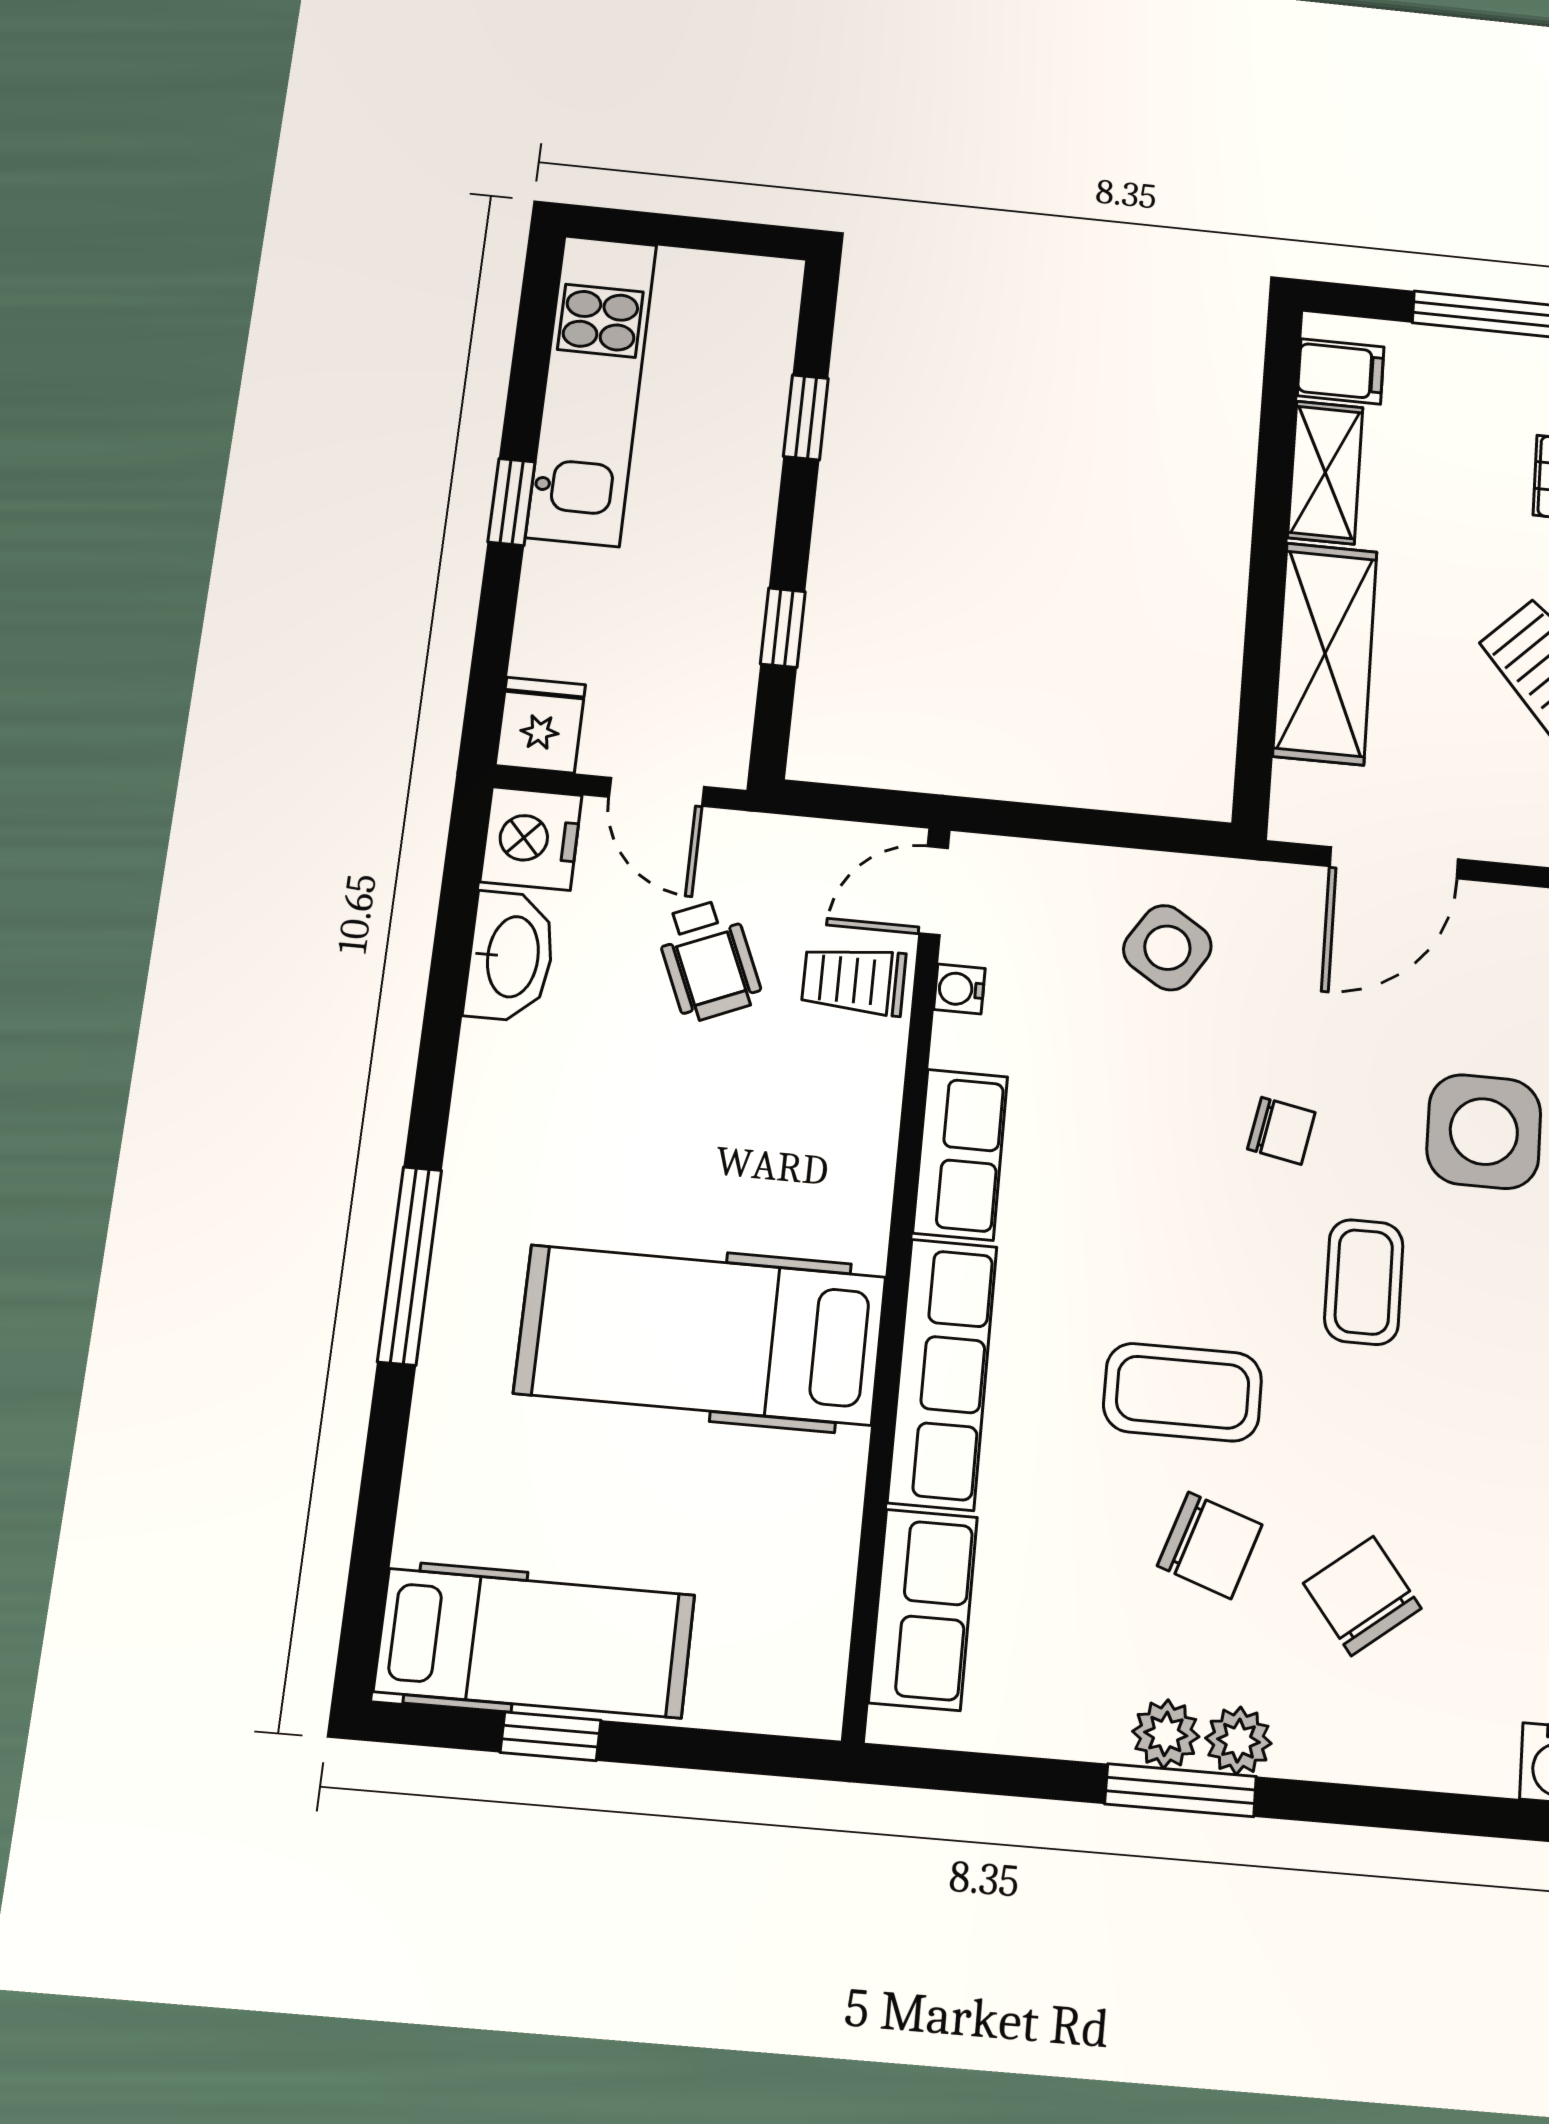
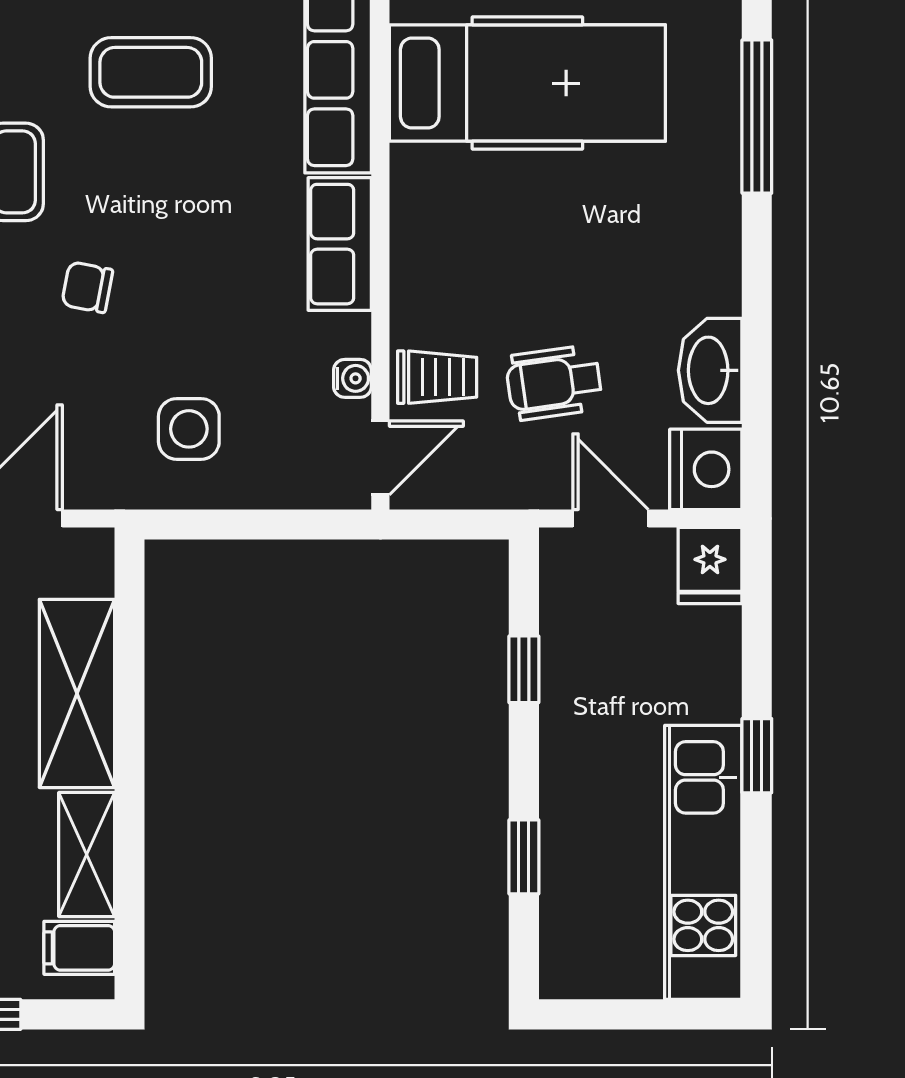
side table: (1167, 948) -> (189, 429), turned -33
wheelchair: (708, 960) -> (554, 383), turned -75

